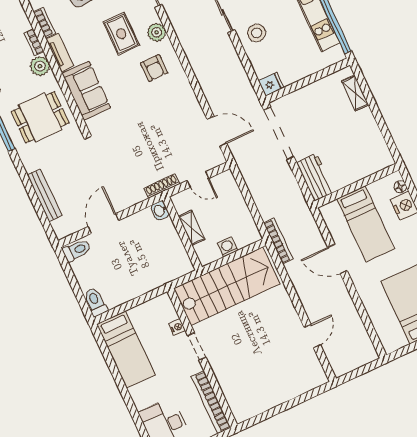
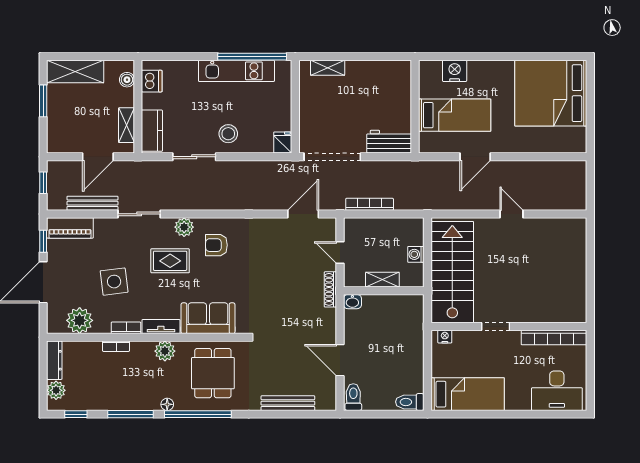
bookcase: (34, 42) -> (116, 346), moved
armchair: (154, 68) -> (216, 245), turned 180
door: (198, 179) -> (340, 253), swing flipped
floor lamp: (400, 187) -> (435, 67), removed
bookcase: (278, 241) -> (370, 204), moved
nightstand: (177, 327) -> (445, 337), moved
door: (312, 336) -> (511, 214), moved

